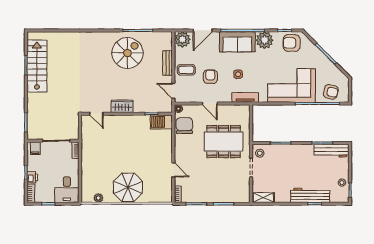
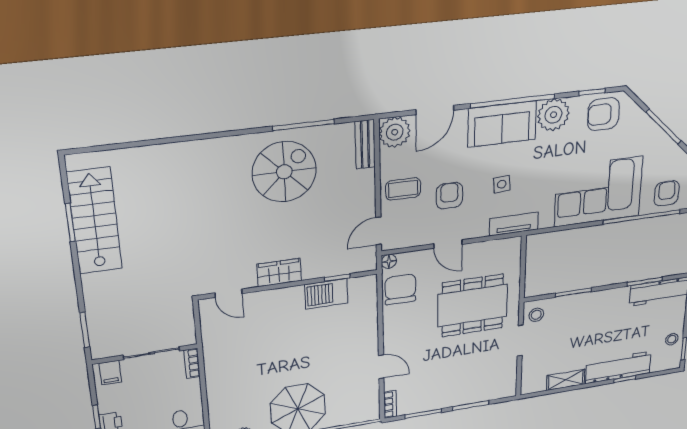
bench: (168, 63) -> (365, 144), moved
door: (173, 91) -> (379, 231), hinge flipped
armchair: (331, 92) -> (667, 193), turned -103
barbecue: (161, 122) -> (326, 294), moved
shelving: (263, 198) -> (566, 380), moved

